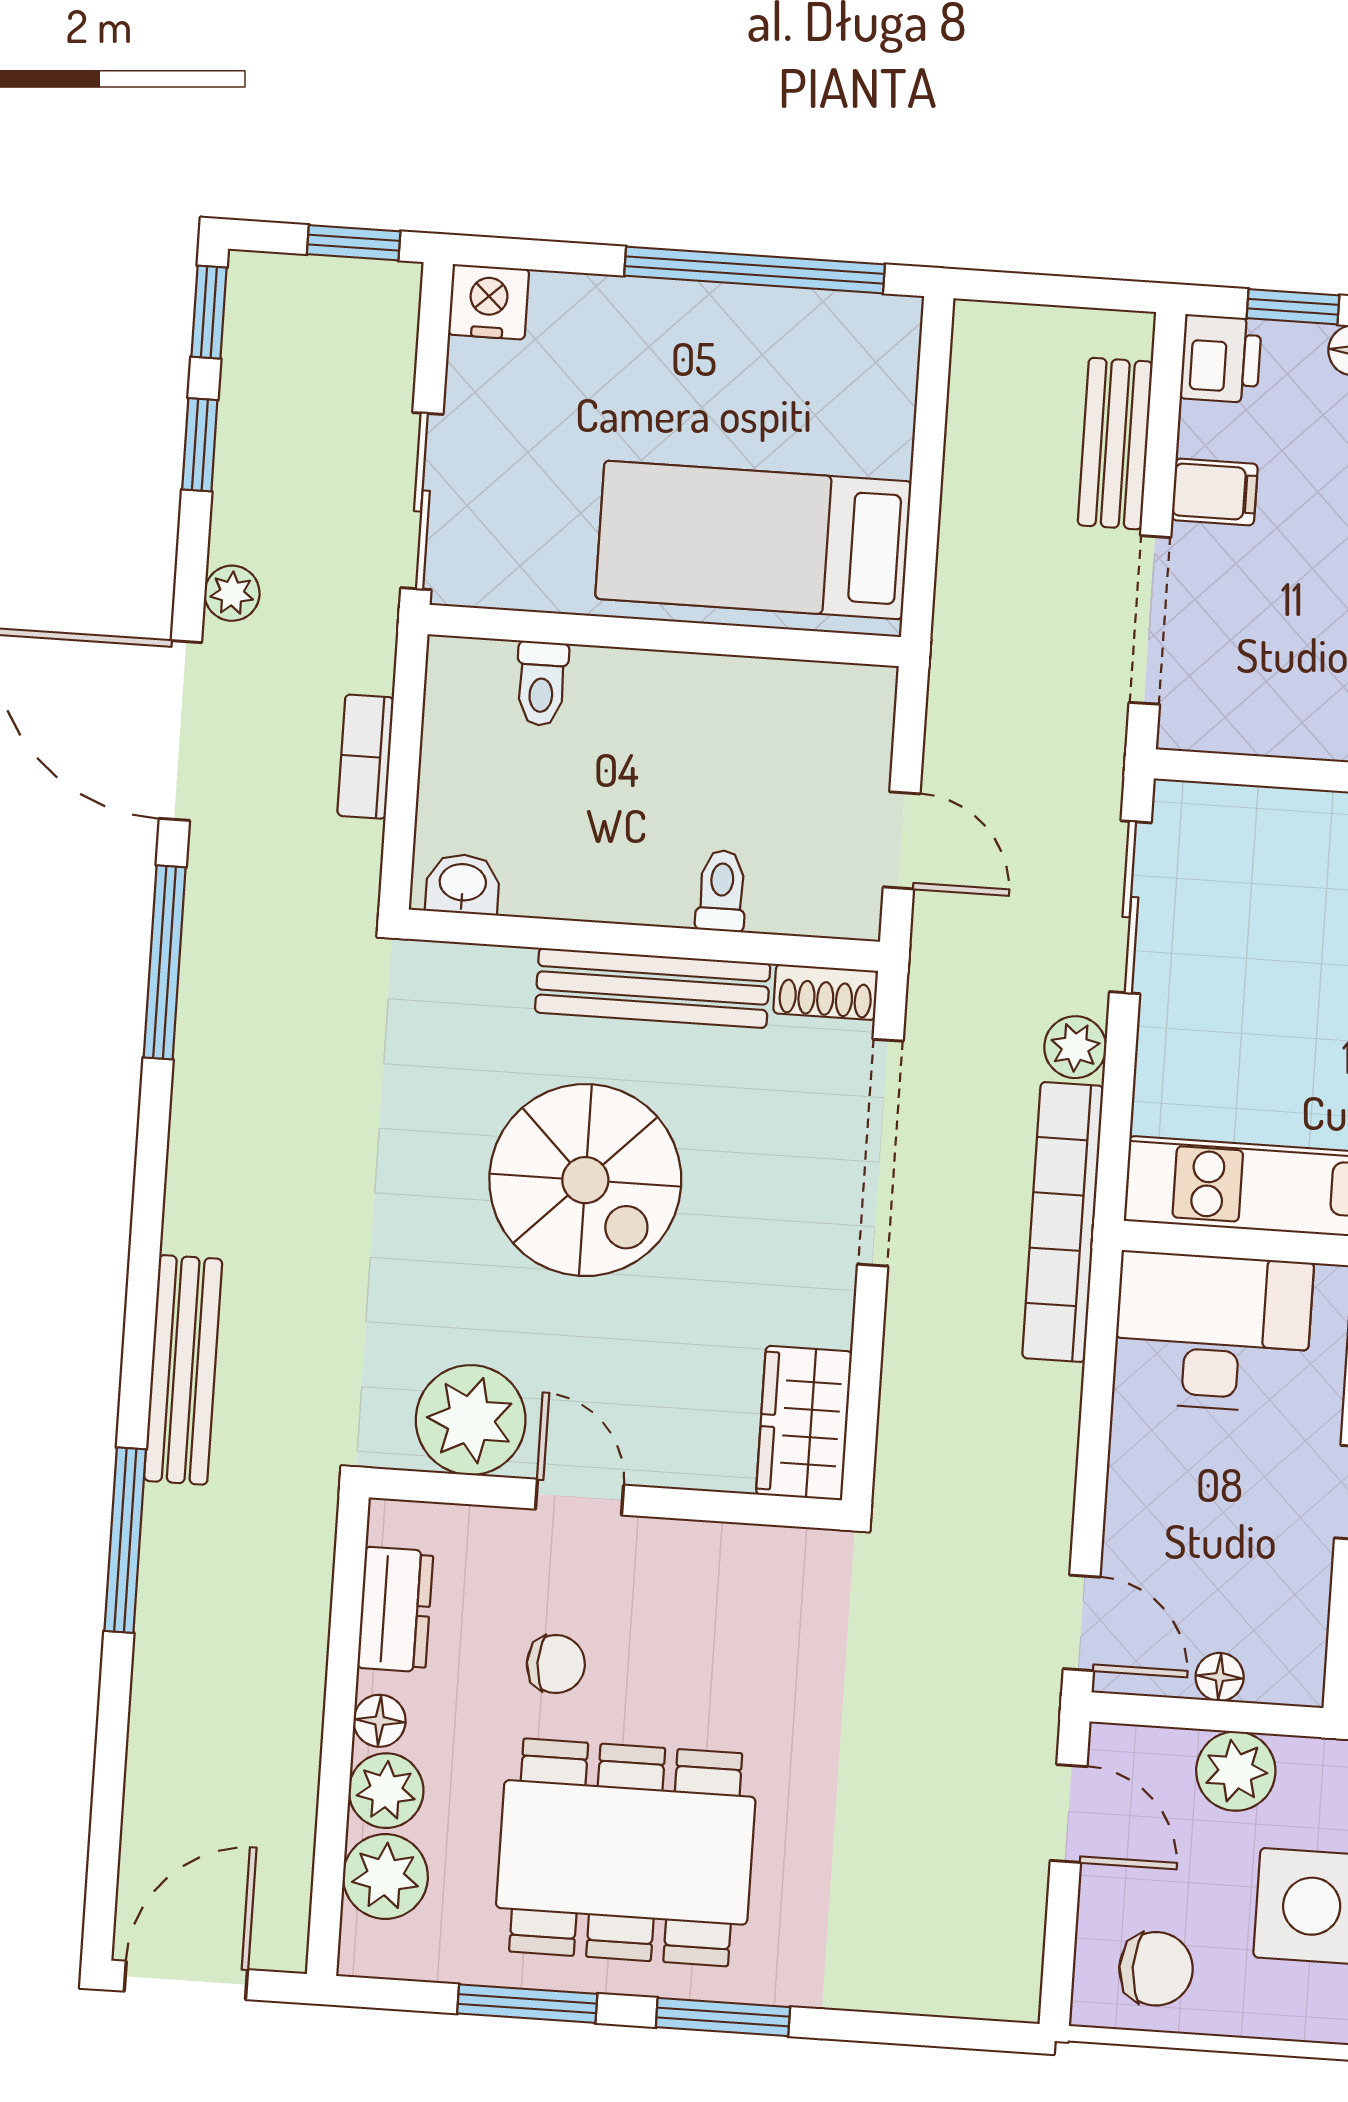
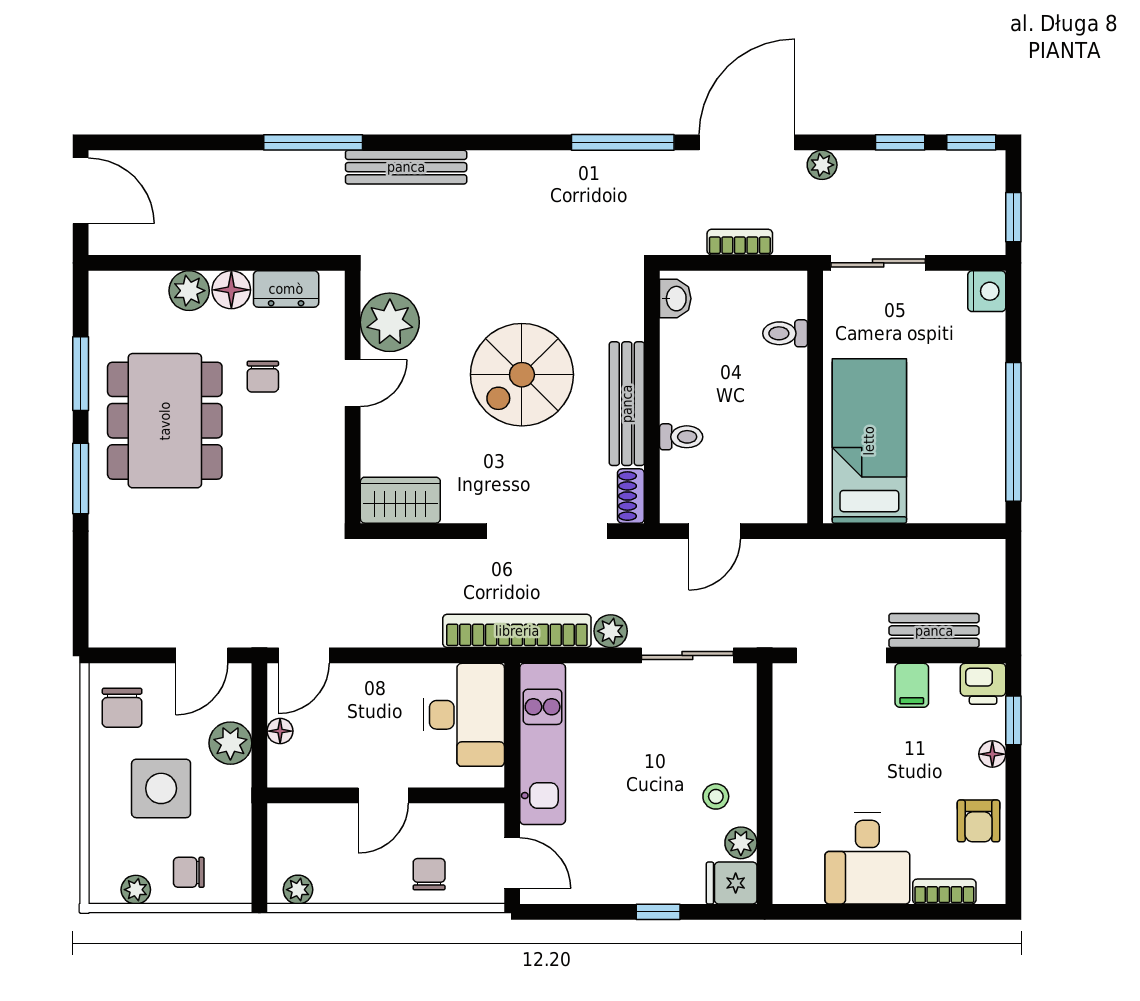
floor lamp: (380, 1721) -> (231, 290), width x1.37, depth x1.37
plant: (385, 1876) -> (143, 293), removed

